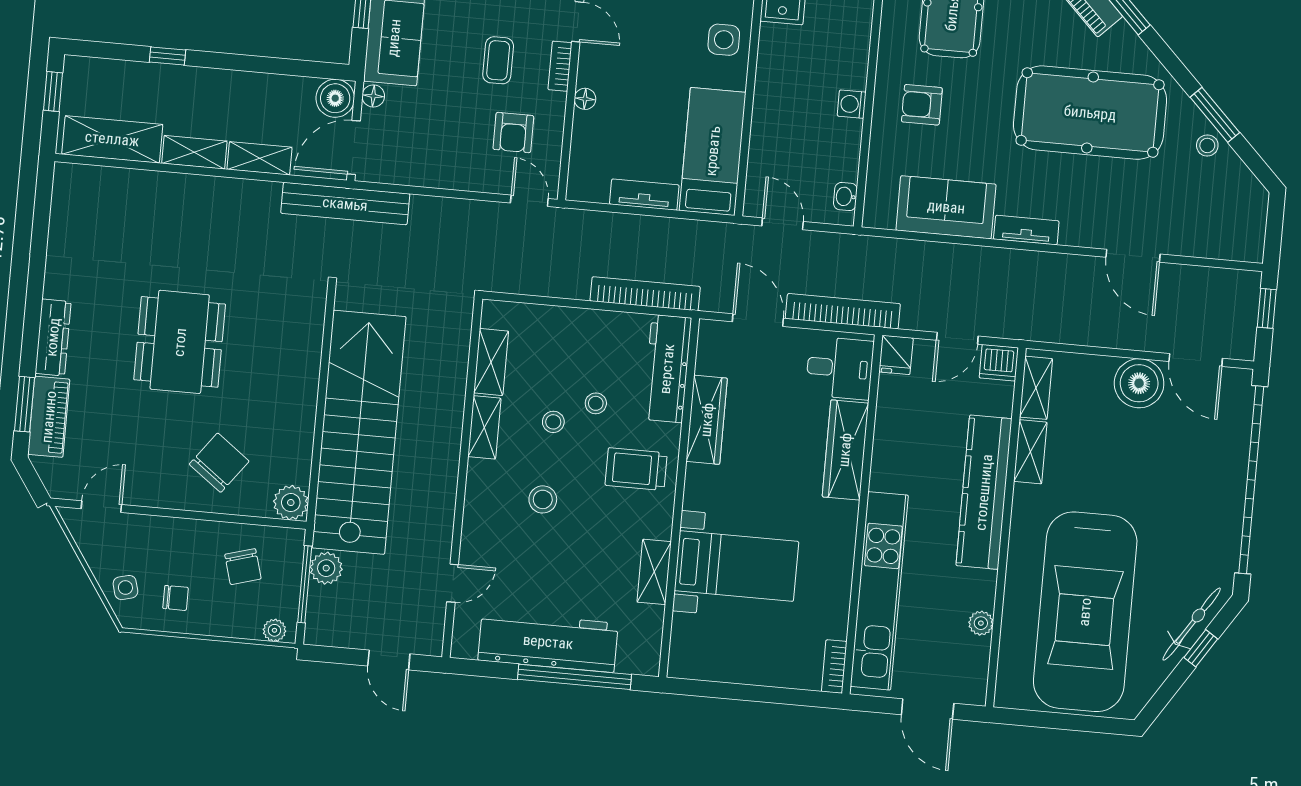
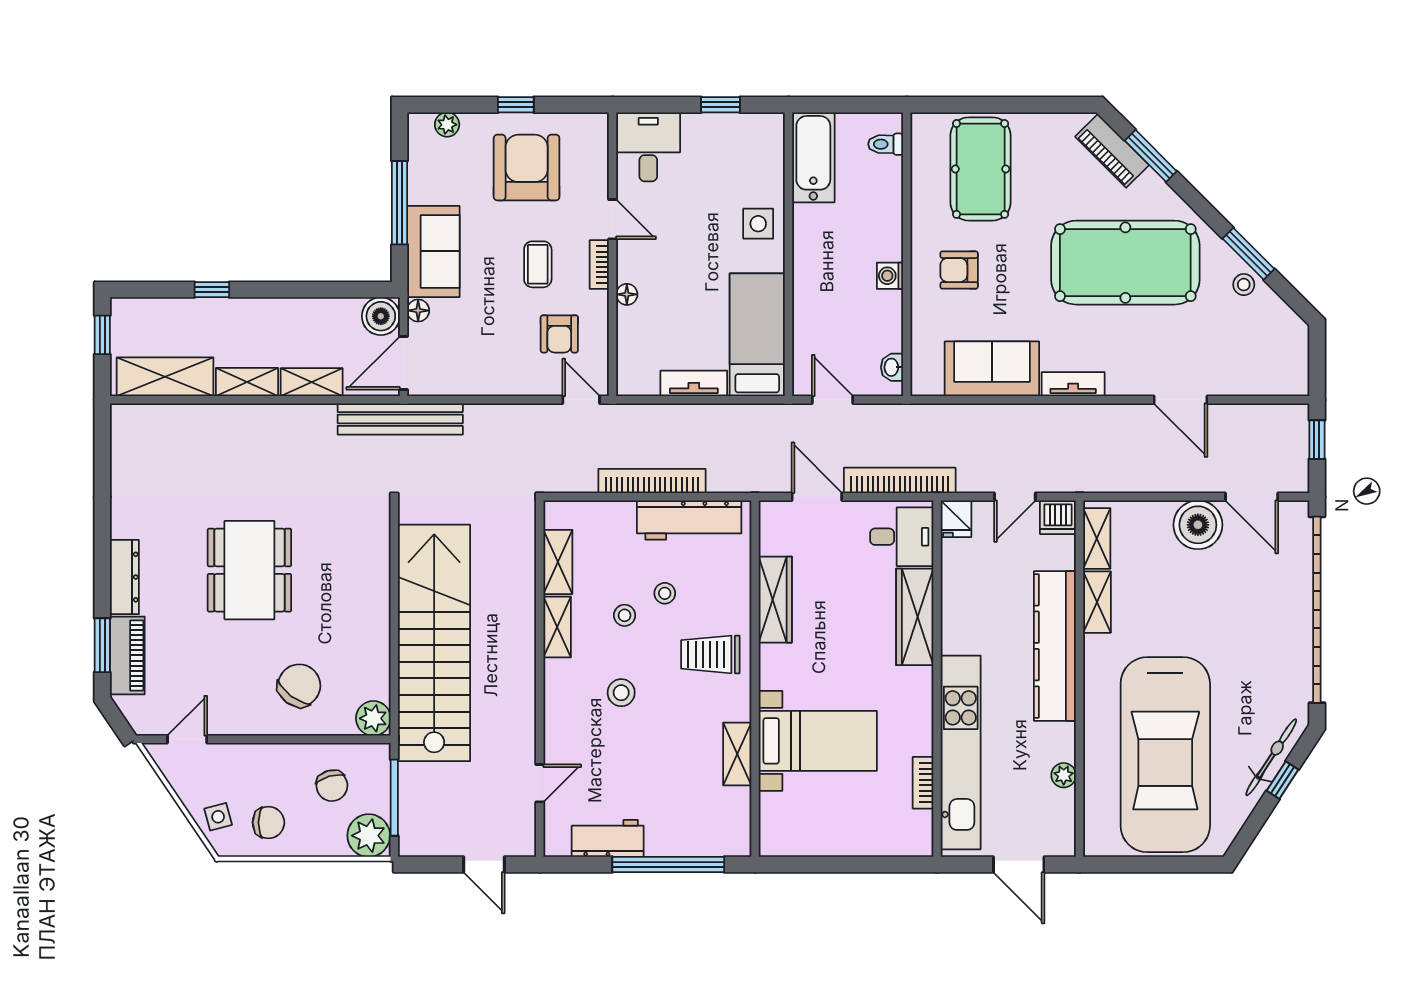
bookcase: (645, 294) -> (652, 481), moved
workbench: (667, 369) -> (689, 520), moved, turned -90
plant: (326, 568) -> (414, 780), removed
chair: (176, 598) -> (268, 823), width x1.37, depth x1.37
plant: (274, 630) -> (369, 836), width x1.87, depth x1.87
workbench: (548, 642) -> (608, 838), width x0.53, depth x0.76
bookcase: (834, 667) -> (923, 783), moved

